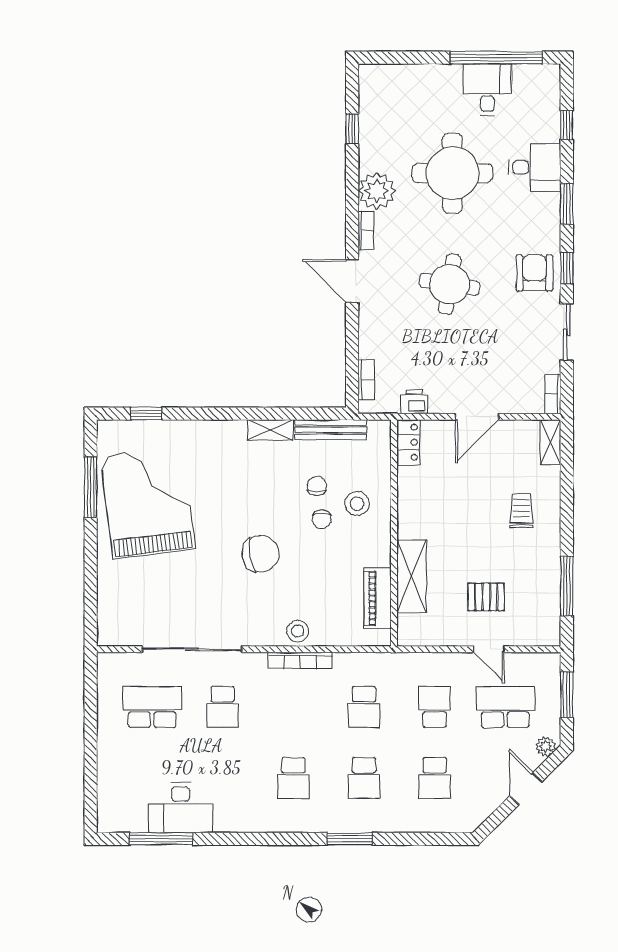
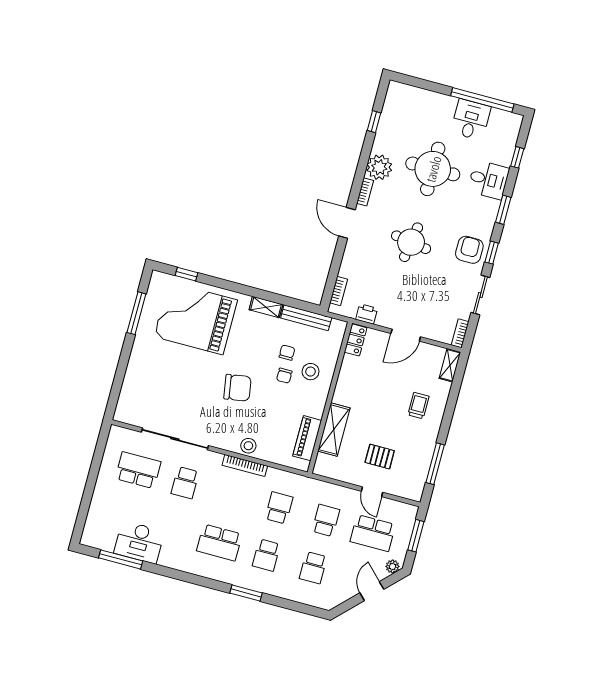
grand piano: (148, 503) -> (196, 318), moved, turned -83
school desk: (364, 707) -> (279, 508), turned 180
school desk: (505, 707) -> (373, 533), turned 180
school desk: (293, 778) -> (219, 542), width x1.85

